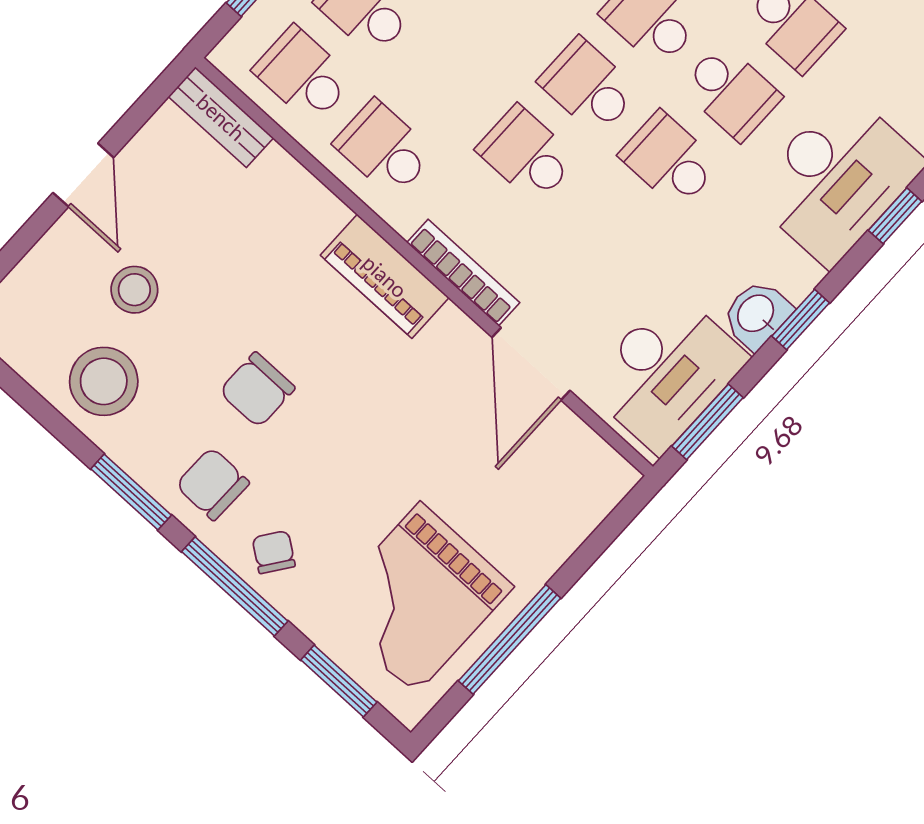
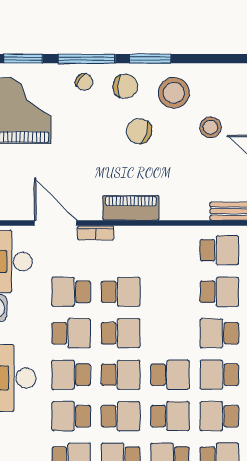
school desk: (384, 148) -> (71, 292), moved, turned 180
bookcase: (463, 273) -> (96, 233), width x0.64
stool: (104, 381) -> (174, 93), moved
chair: (257, 390) -> (139, 131), turned -72

